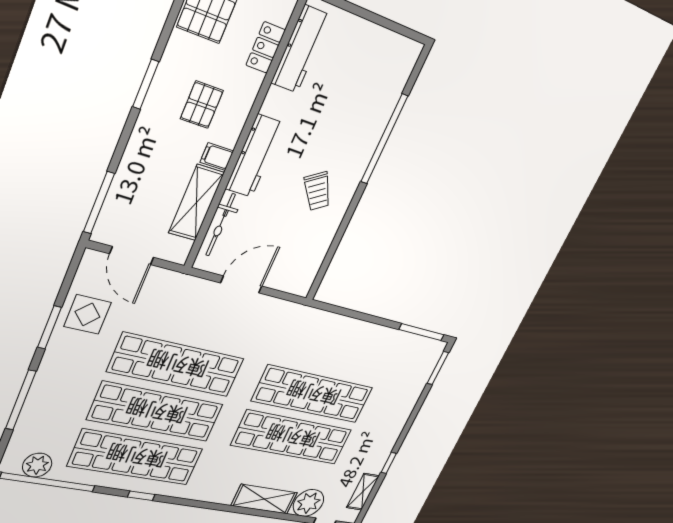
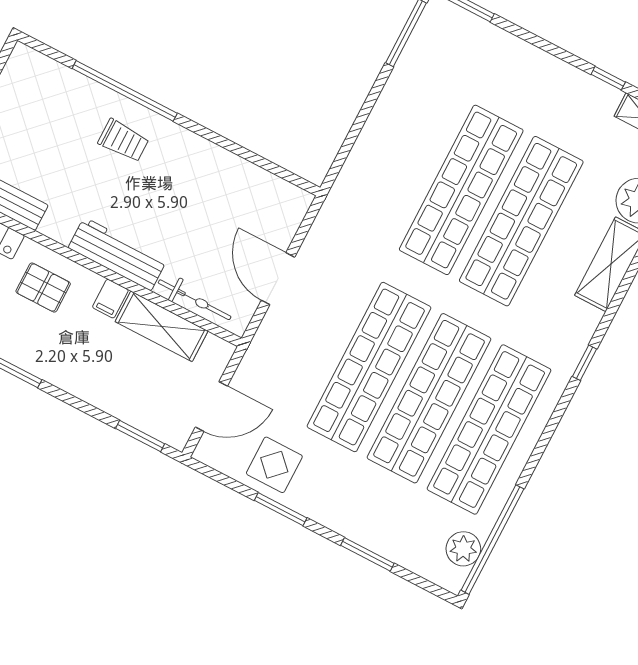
pallet: (202, 105) -> (43, 288), moved
trolley: (317, 191) -> (124, 141), moved, turned 33
window: (99, 203) -> (140, 436), width x0.69
window: (21, 400) -> (367, 554), width x0.69
window: (141, 496) -> (584, 363), moved

